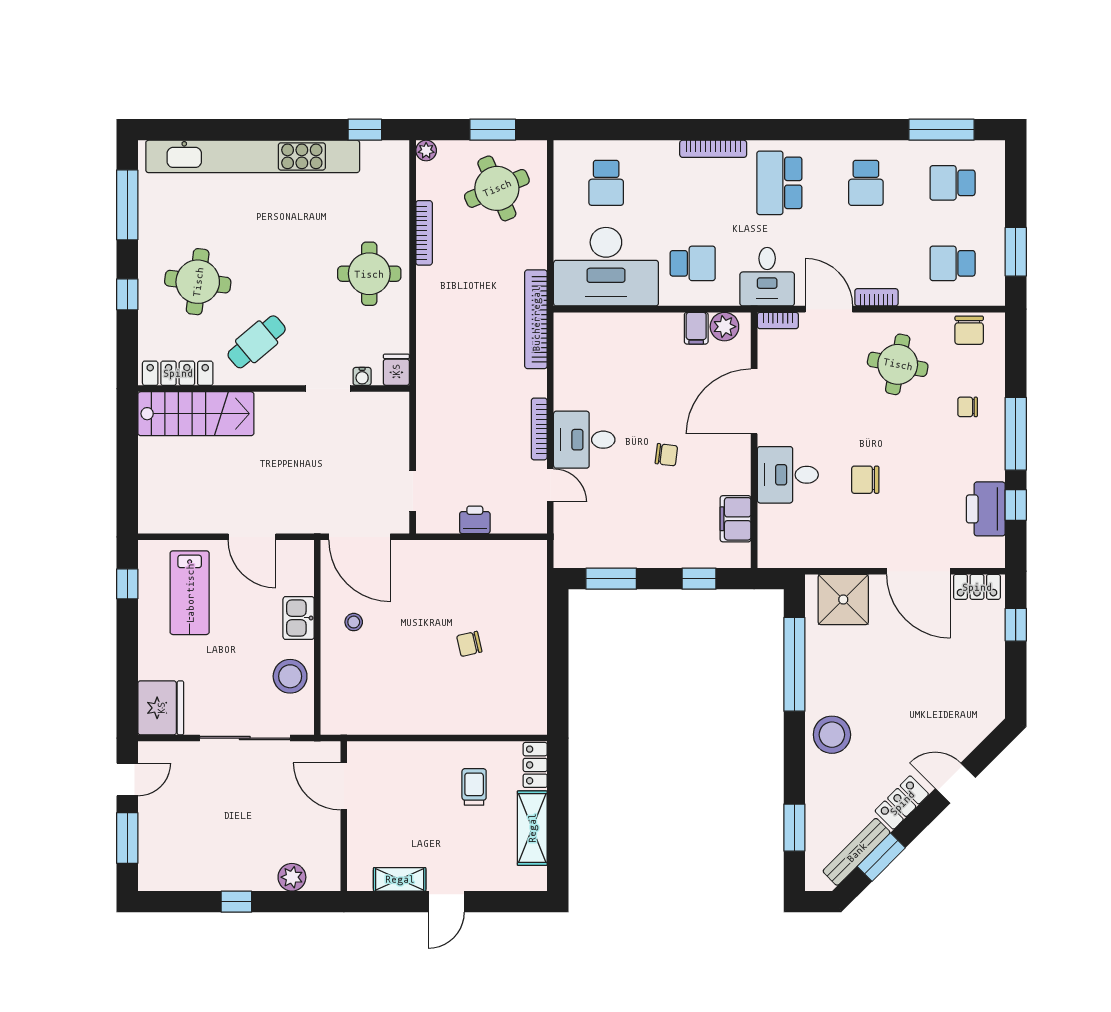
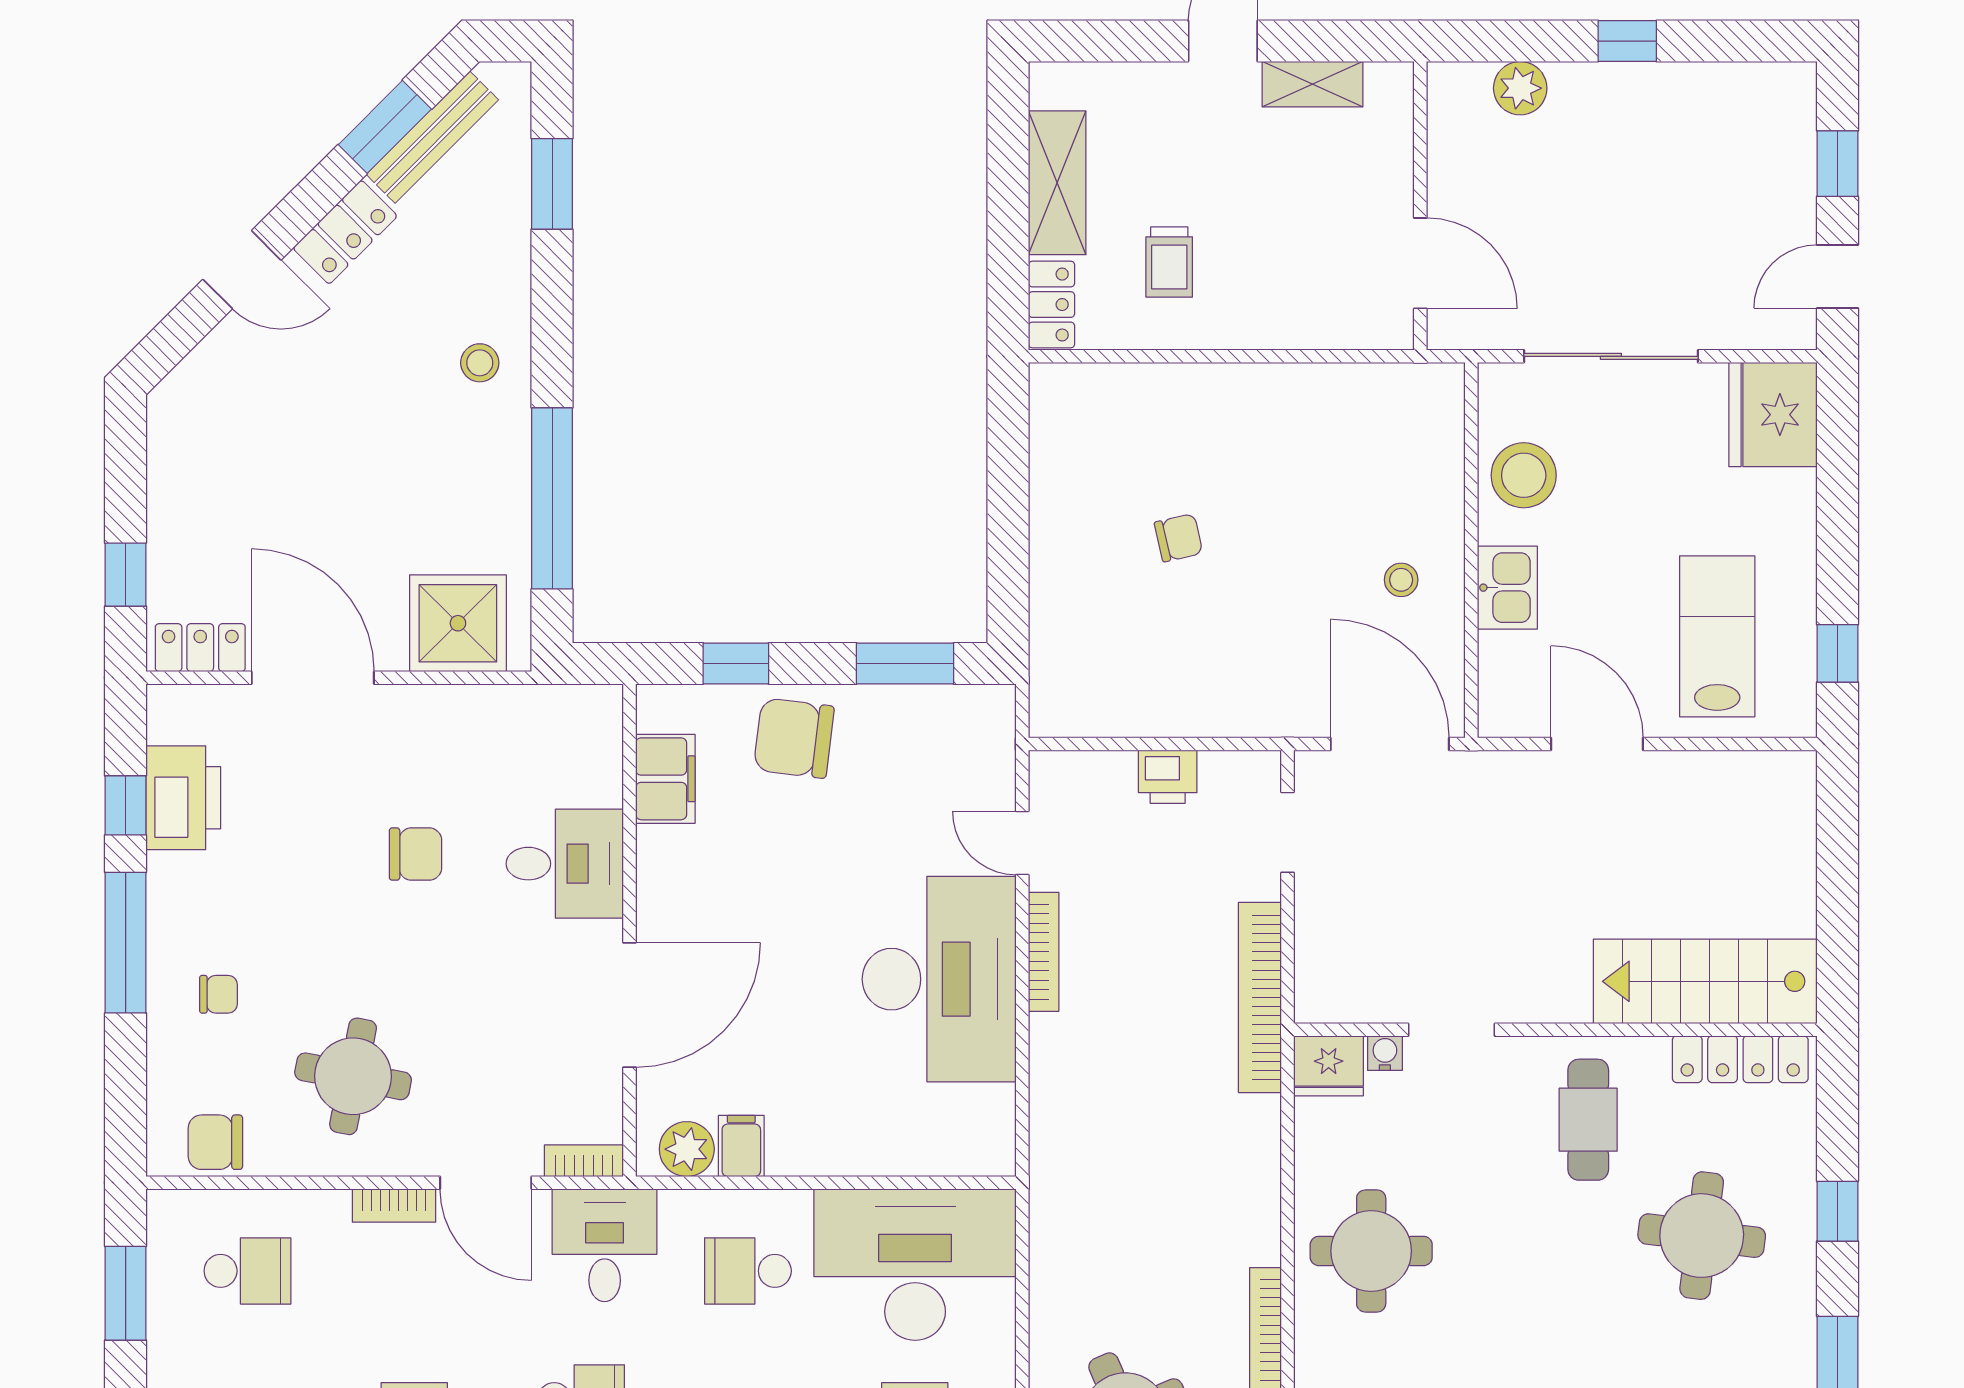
bookcase: (536, 319) -> (1260, 997), moved, turned 180
chair: (969, 330) -> (215, 1142), turned -90
cafe table: (257, 342) -> (1588, 1120), turned -50
fridge: (396, 370) -> (1329, 1066), width x1.38
desk: (584, 440) -> (939, 979), width x1.87, depth x1.30
chair: (666, 455) -> (794, 738), moved, width x1.87, depth x1.87
stool: (832, 735) -> (480, 363), width x0.53, depth x0.53
window: (127, 838) -> (1837, 164), width x0.67

